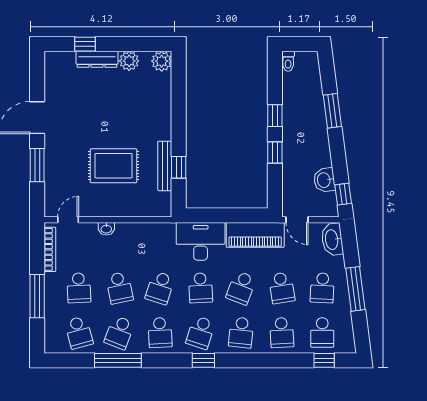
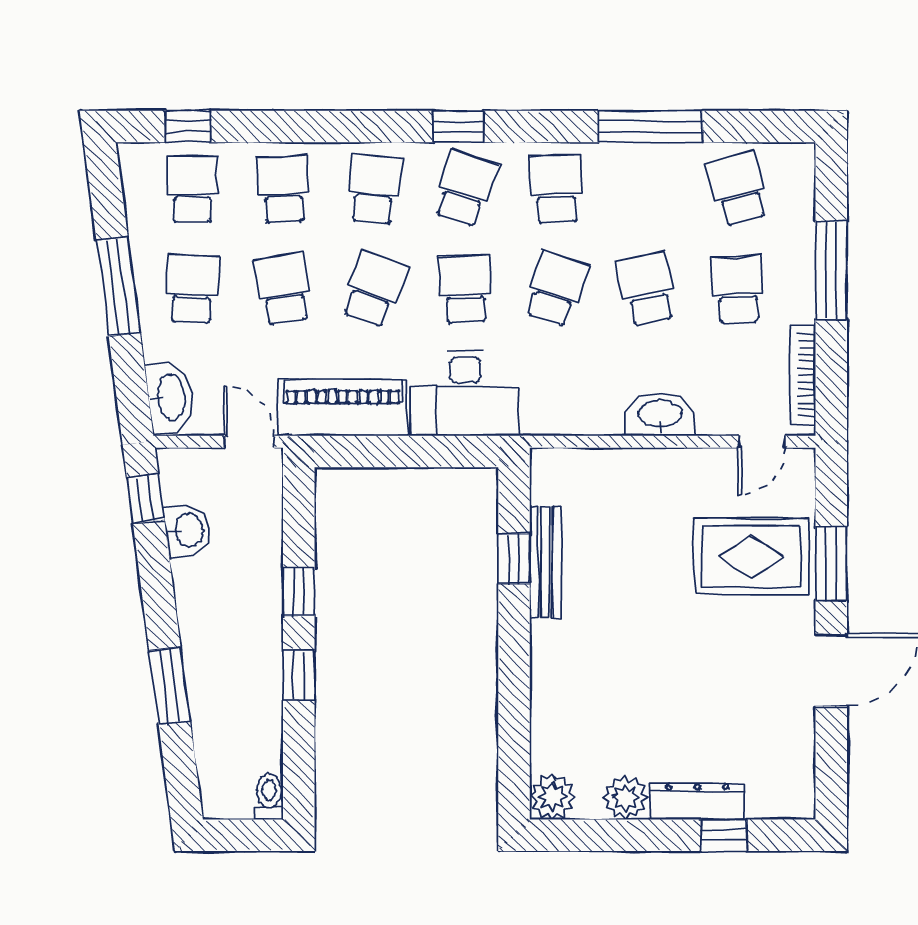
rug: (114, 166) -> (751, 556), moved
washbasin: (106, 229) -> (660, 415), width x1.91, depth x1.45
school desk: (119, 333) -> (647, 189), removed

